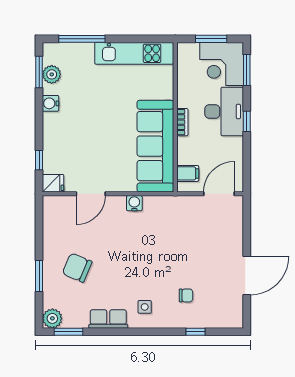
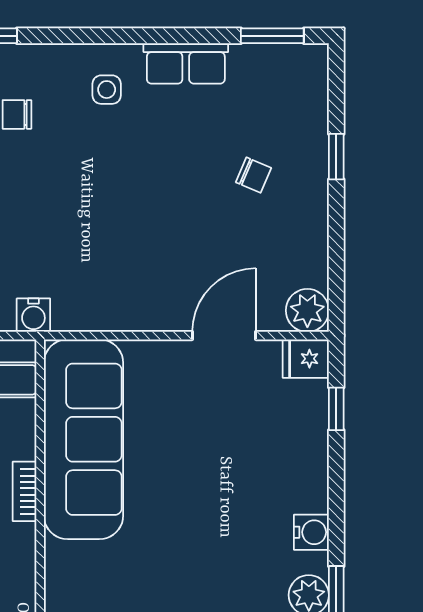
water cooler: (134, 203) -> (33, 315), moved
chair: (77, 268) -> (253, 175), width x0.54, depth x0.54
window: (39, 276) -> (336, 157), width x0.67
plant: (52, 318) -> (307, 310), moved

